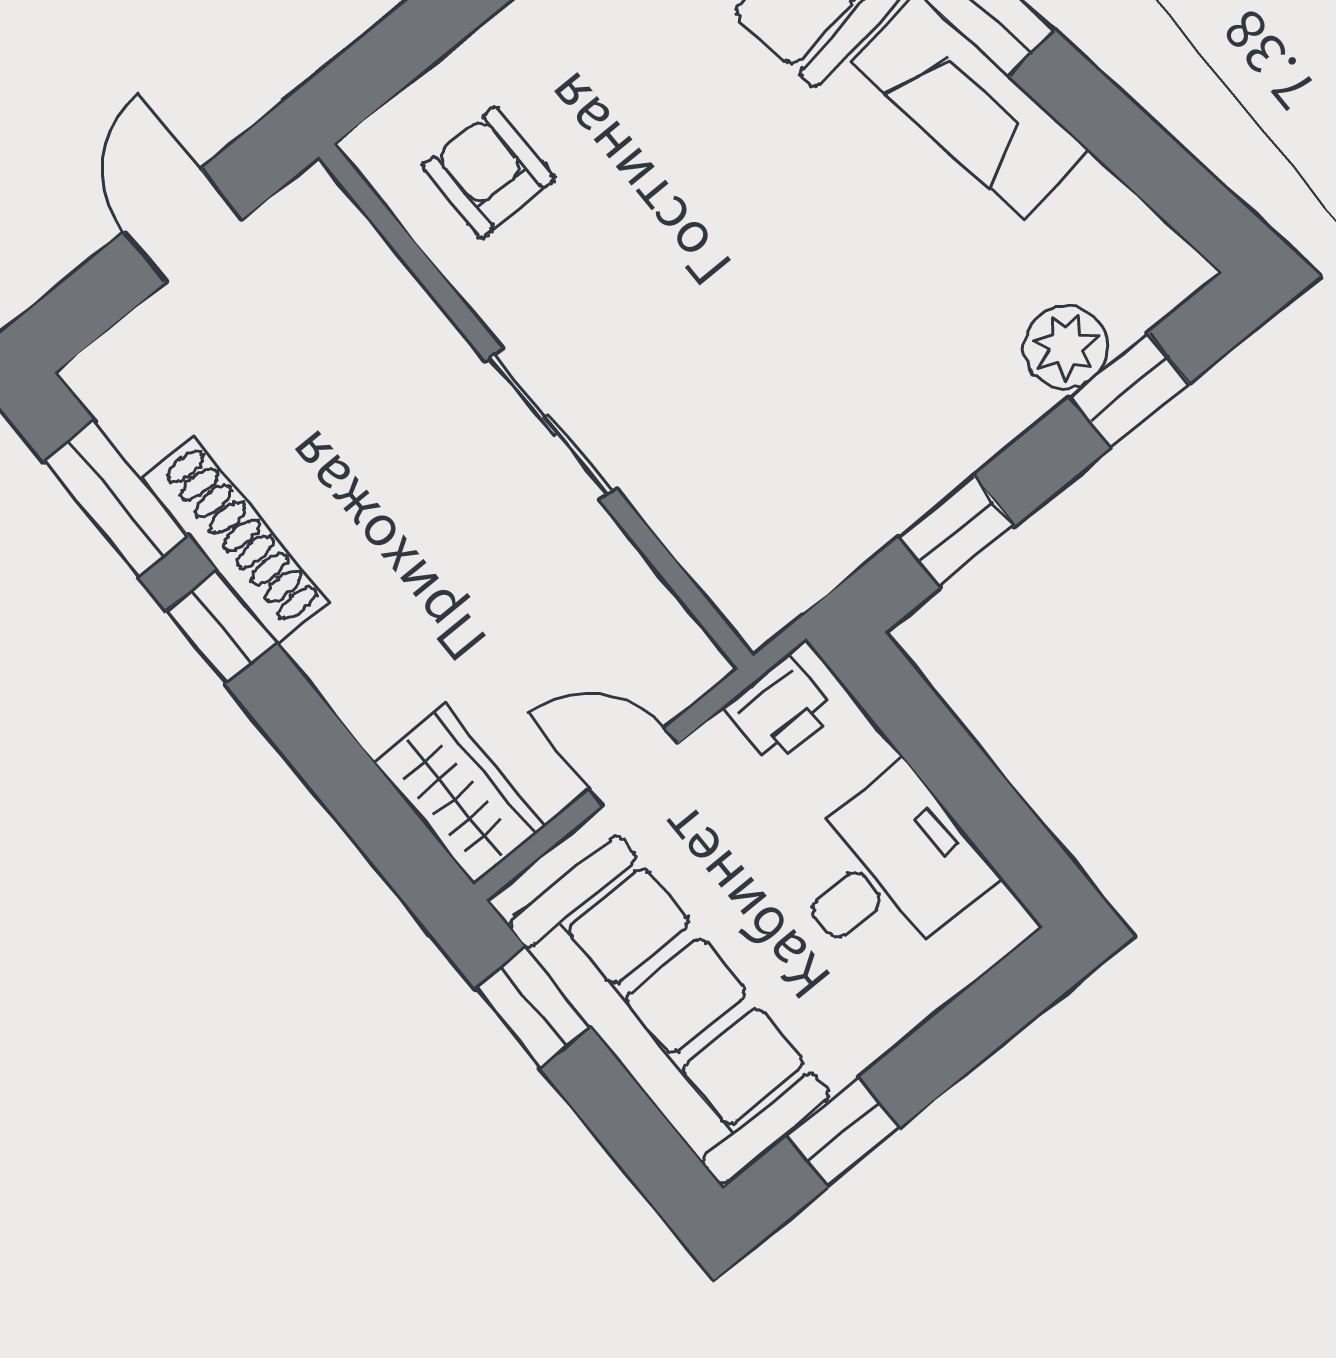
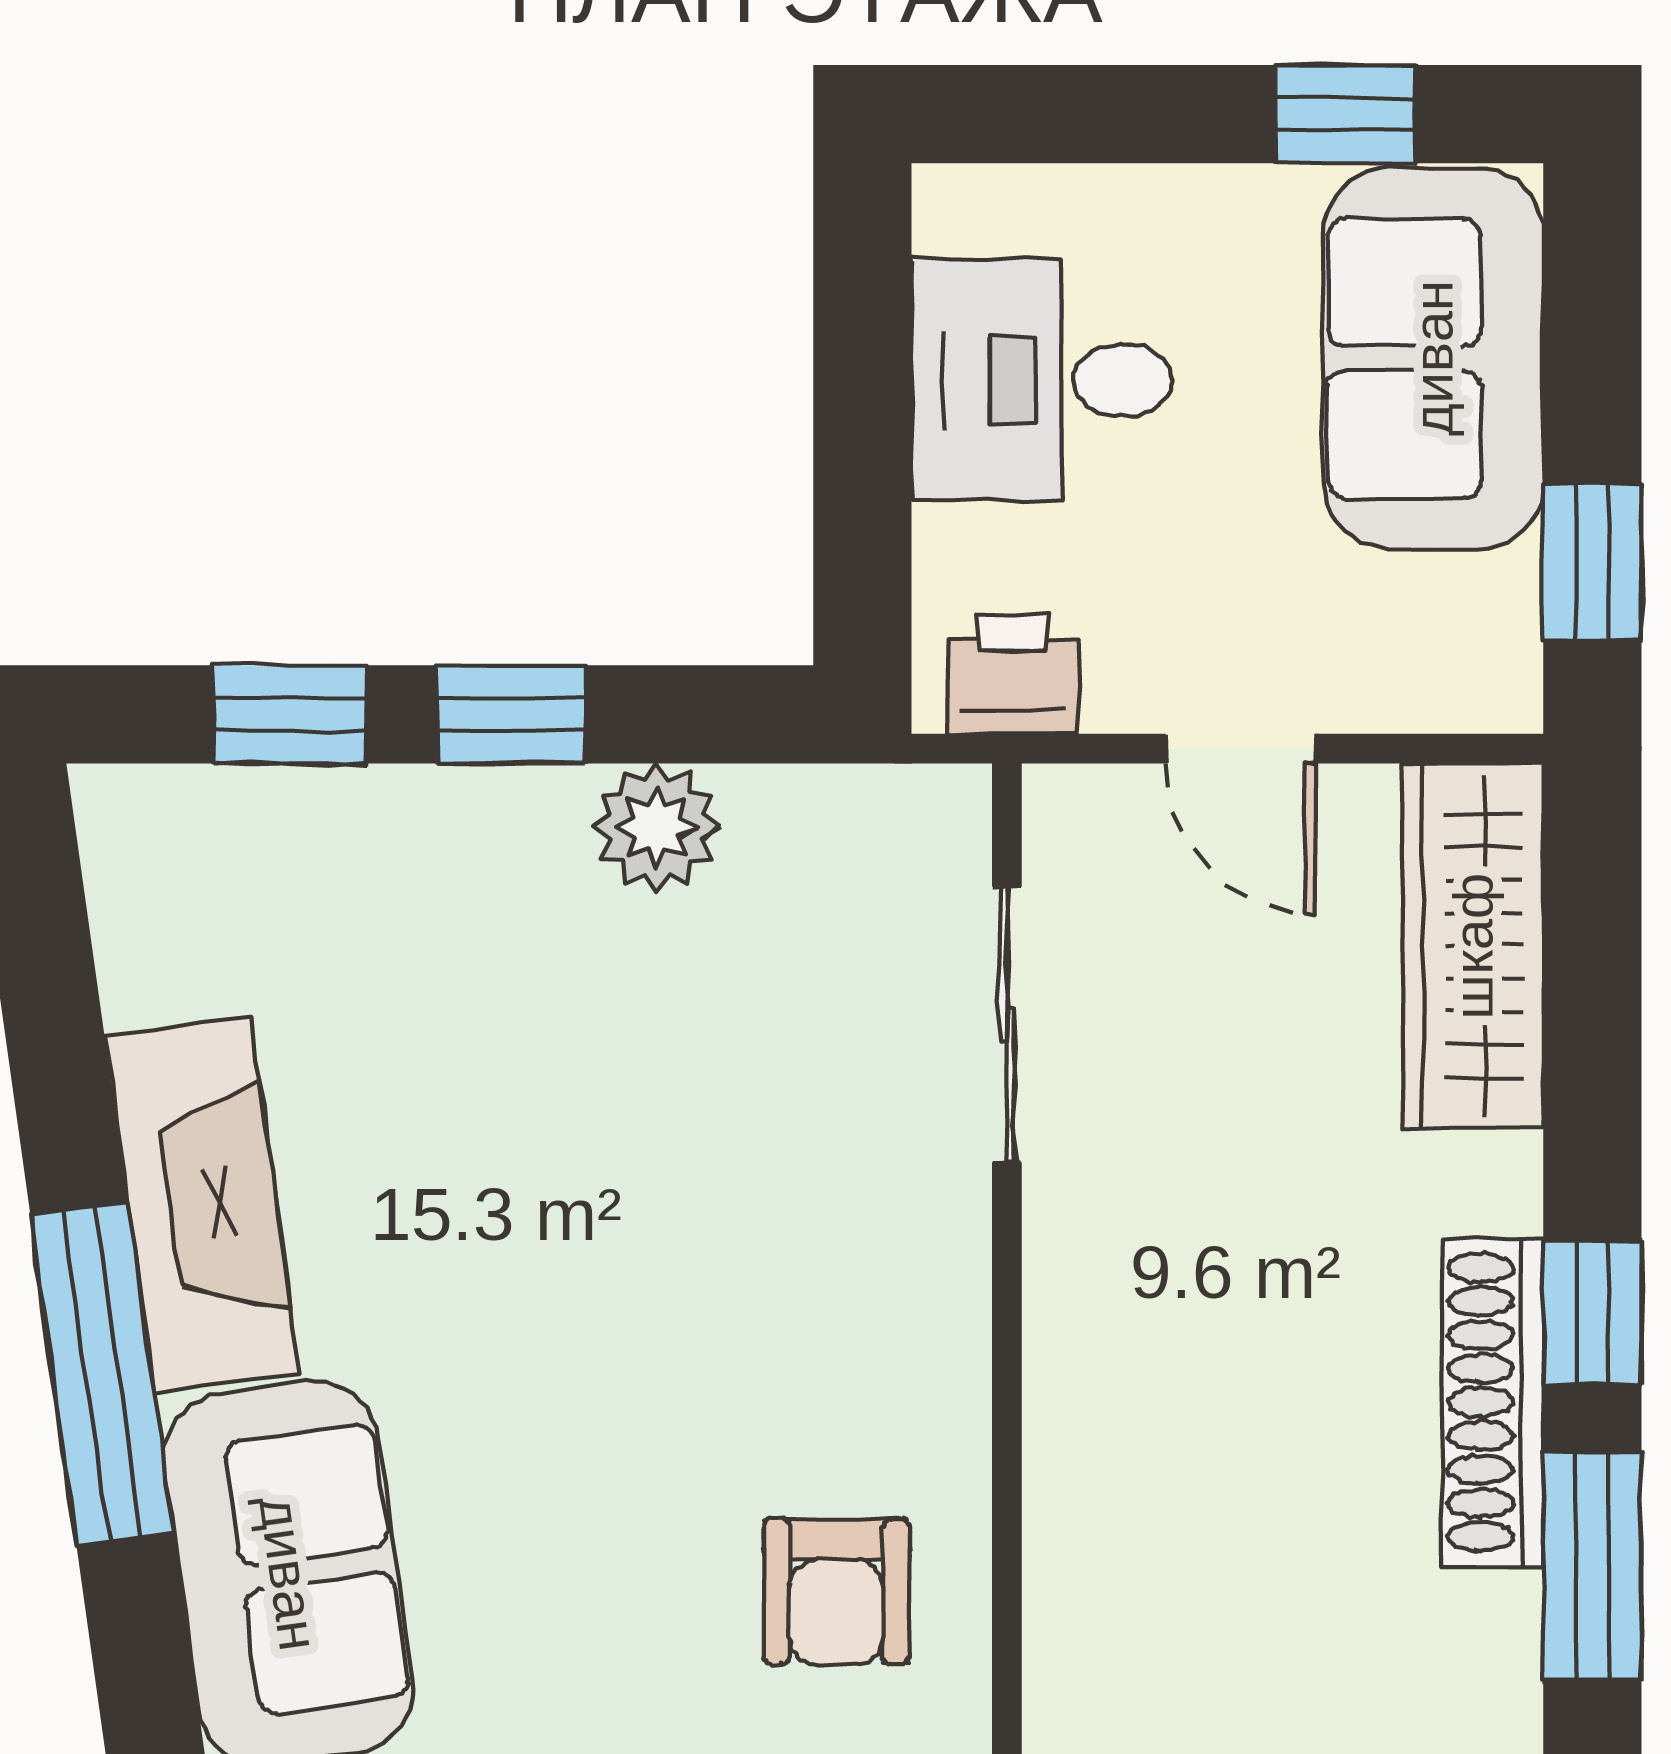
plant: (1066, 347) -> (657, 827), moved
sliding door: (551, 425) -> (1007, 1024), moved
window: (956, 532) -> (511, 714), moved
wardrobe: (459, 794) -> (1473, 946), width x1.50
sofa: (669, 1010) -> (1433, 358), width x0.73

